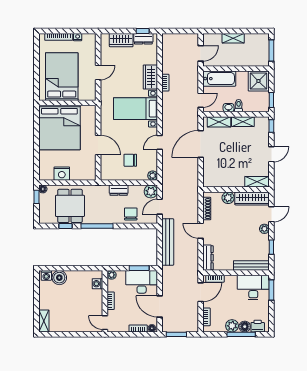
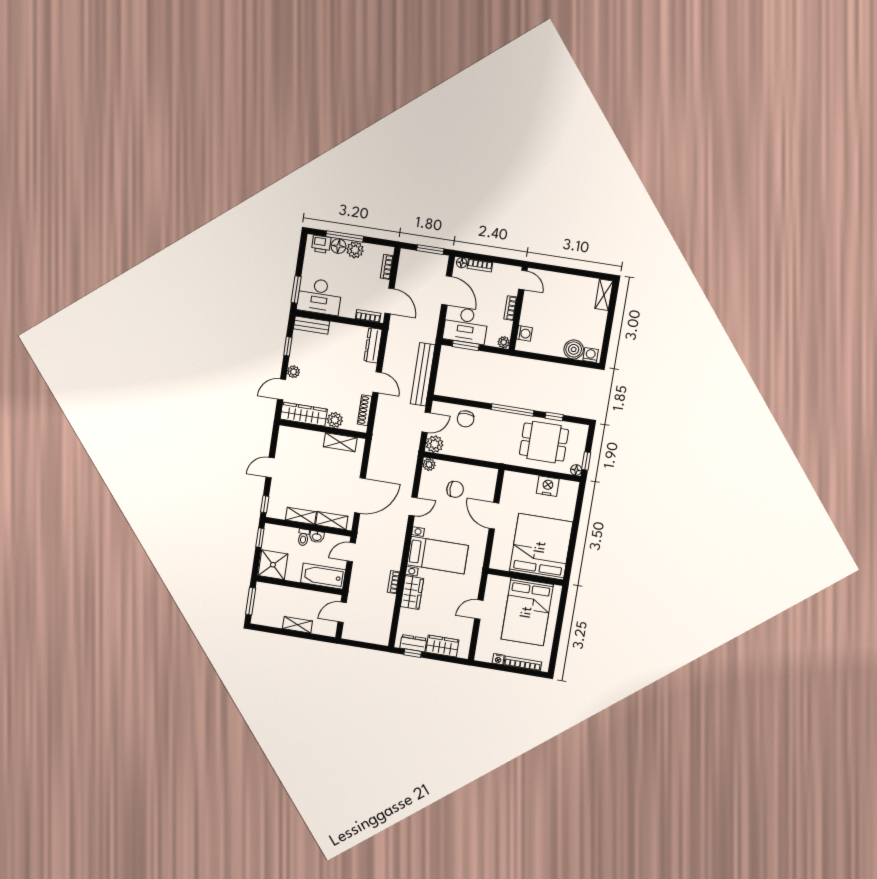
shelving: (257, 182) -> (340, 442), moved
dresser: (119, 190) -> (476, 453), removed
dining table: (70, 206) -> (544, 442), turned 90
bench: (251, 265) -> (311, 325), width x0.73
door: (201, 292) -> (390, 301), swing flipped

